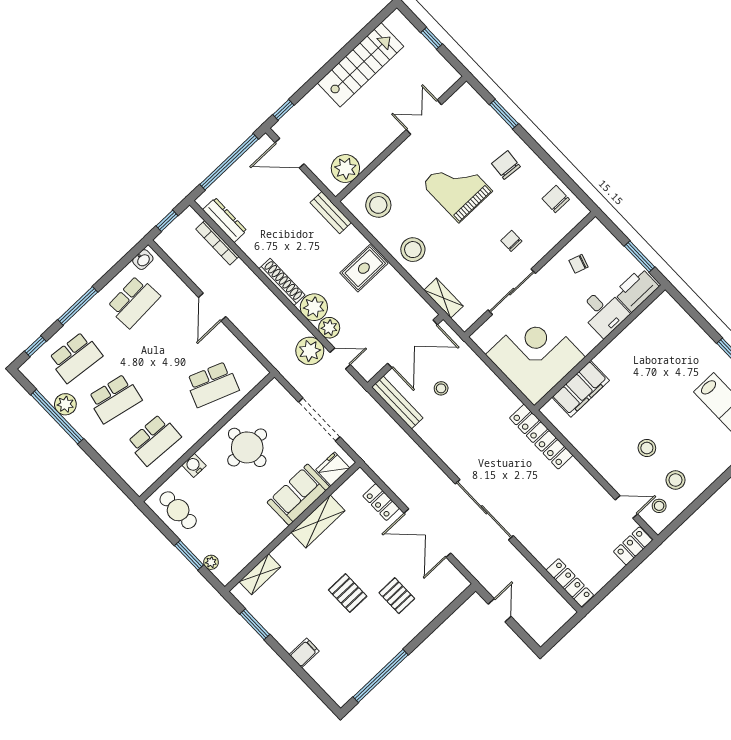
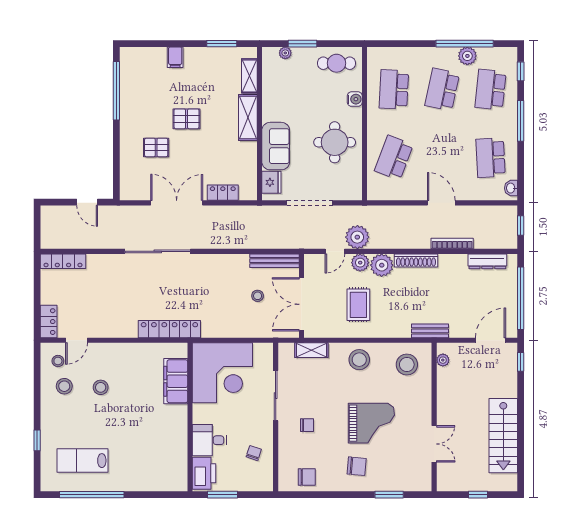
plant: (345, 169) -> (443, 360), width x0.53, depth x0.53
bookcase: (217, 243) -> (452, 244), moved
rug: (364, 268) -> (358, 305), moved
shelving: (318, 521) -> (248, 118), moved

